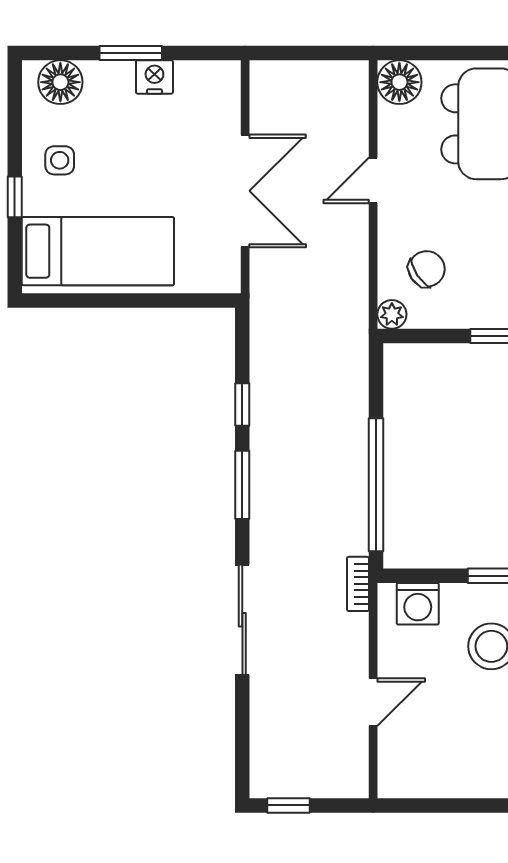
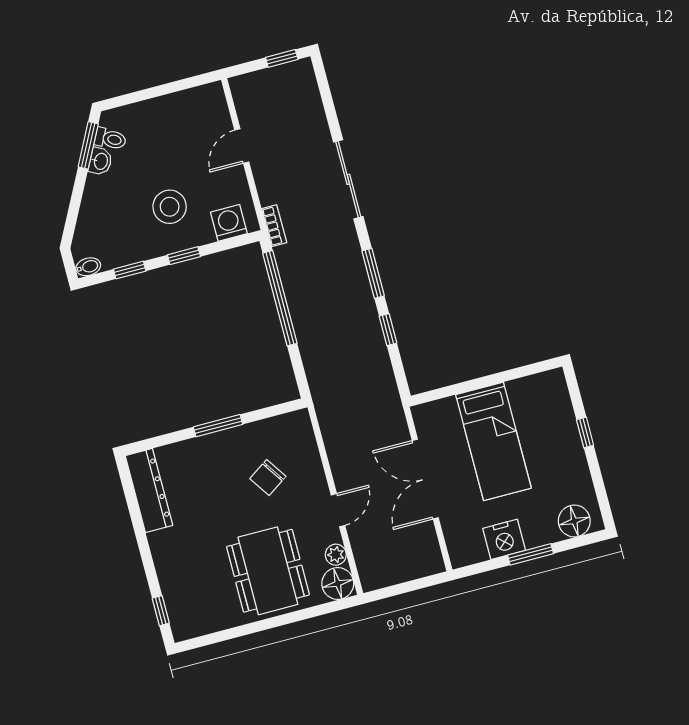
nightstand: (154, 77) -> (504, 539), width x1.36, depth x1.33
side table: (60, 160) -> (560, 466), removed
bed: (98, 251) -> (493, 441), moved, turned -90
chair: (427, 269) -> (268, 478), moved
plant: (392, 314) -> (336, 555), moved

